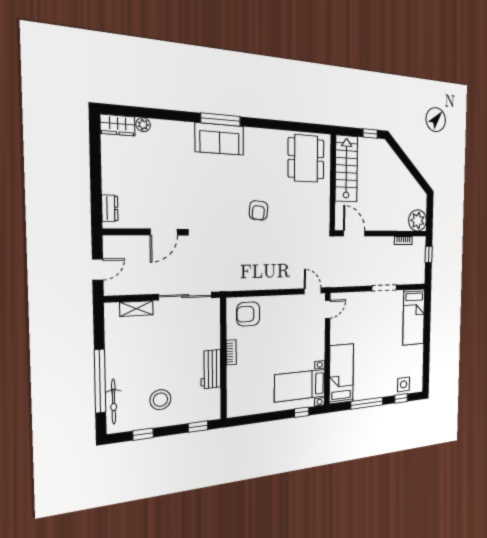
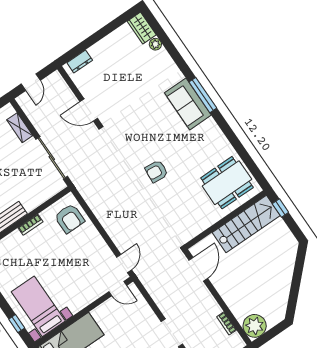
window: (370, 133) -> (280, 208), moved
door: (98, 270) -> (31, 82), hinge flipped
armchair: (248, 314) -> (69, 219), turned 180

